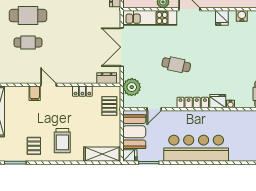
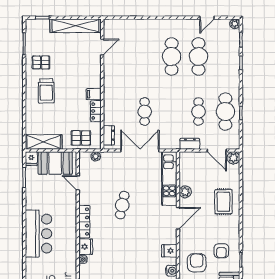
cafe table: (28, 42) -> (145, 112), moved
door: (49, 85) -> (102, 47), moved
plant: (132, 87) -> (96, 156), width x0.53, depth x0.53
filing cabinet: (35, 93) -> (94, 94), moved
trolley: (62, 141) -> (46, 91), turned -90
bar counter: (196, 148) -> (38, 234), width x0.73
shelving: (102, 154) -> (44, 142), moved, turned 90

